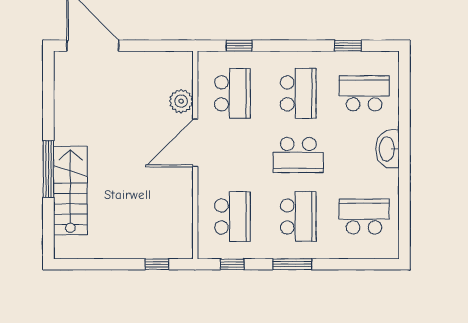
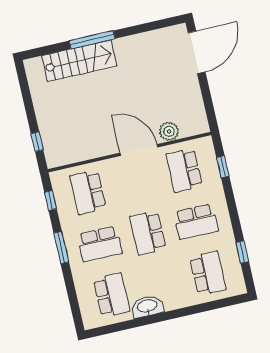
school desk: (232, 93) -> (184, 170), turned 90
washbasin: (388, 149) -> (147, 306), moved
school desk: (232, 216) -> (88, 192), turned 90

